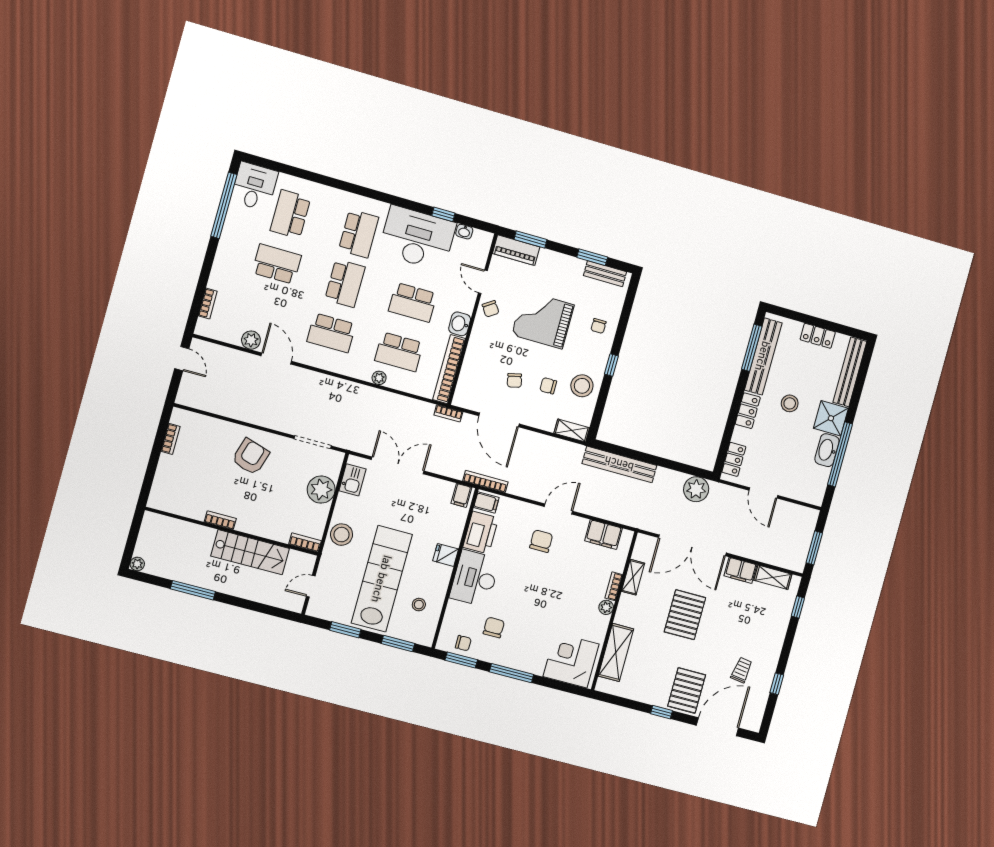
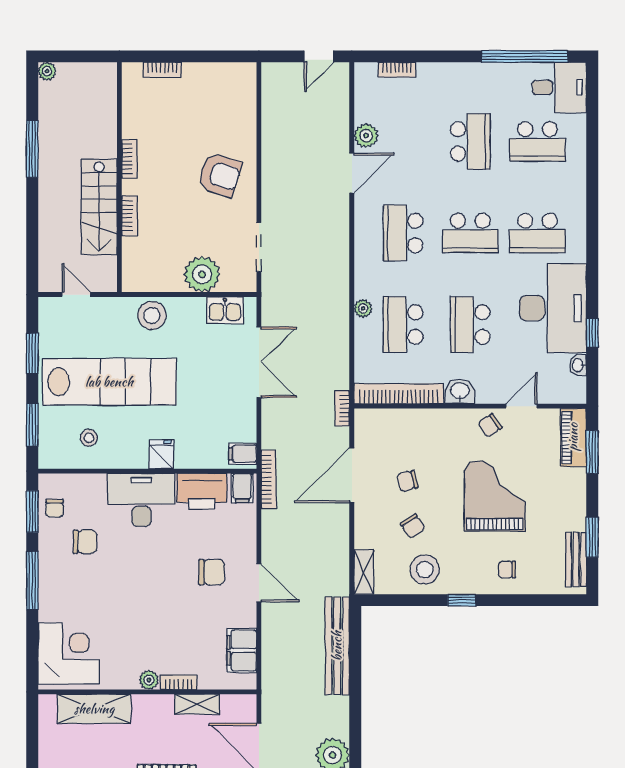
school desk: (290, 214) -> (538, 141), turned 180
chair: (548, 386) -> (413, 526), turned 147
bookcase: (171, 439) -> (162, 70), moved
bookcase: (305, 542) -> (130, 216), moved

